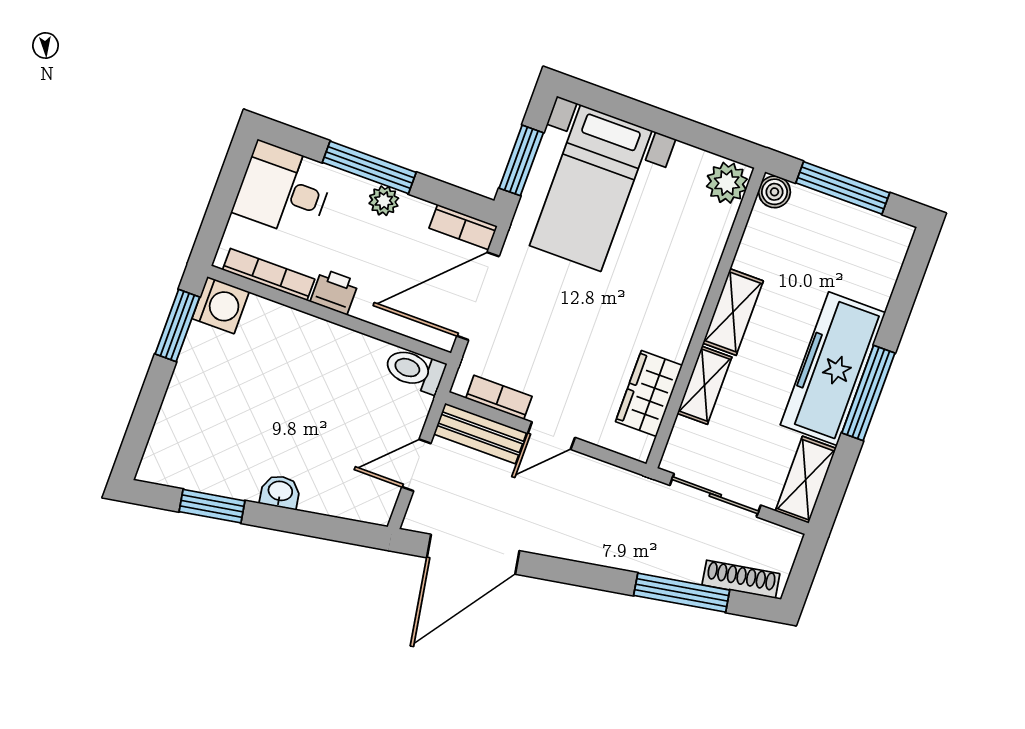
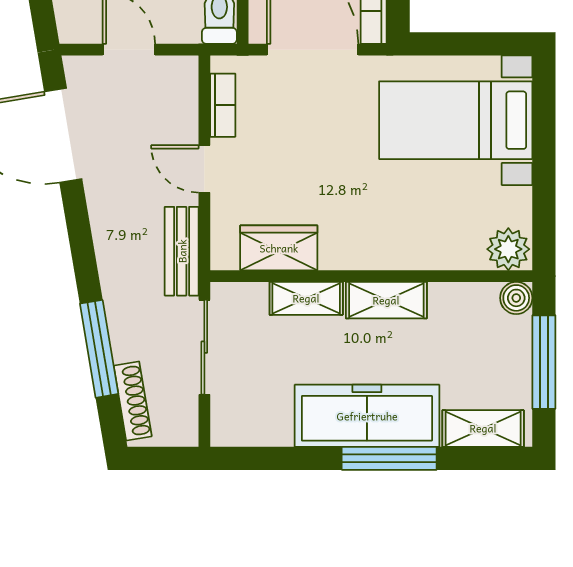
window: (521, 160) -> (458, 44), removed
window: (868, 393) -> (389, 458), moved
bench: (480, 433) -> (182, 251), moved
shelving: (806, 480) -> (483, 428), moved

